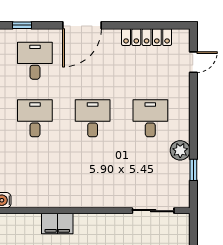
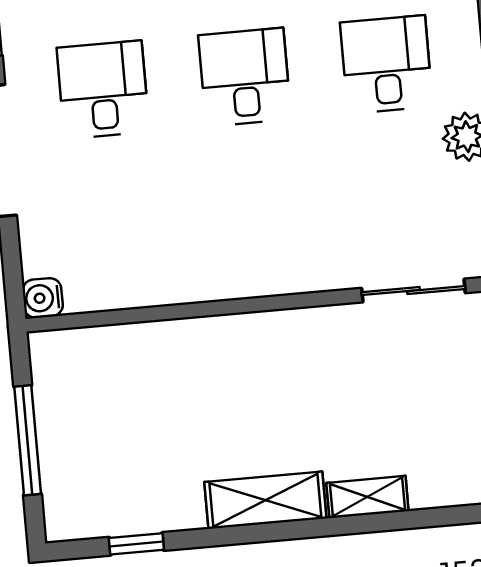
filing cabinet: (57, 224) -> (181, 343), removed

